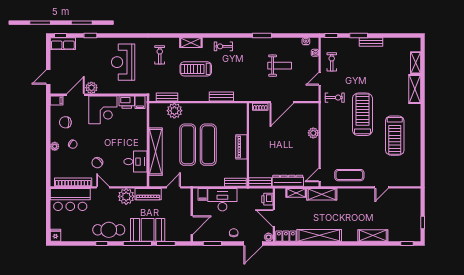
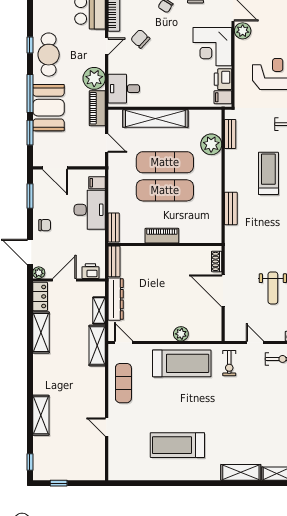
treadmill: (362, 114) -> (182, 363), moved
desk: (136, 162) -> (124, 89), moved, turned 90
shelving: (319, 235) -> (41, 332), width x0.68

